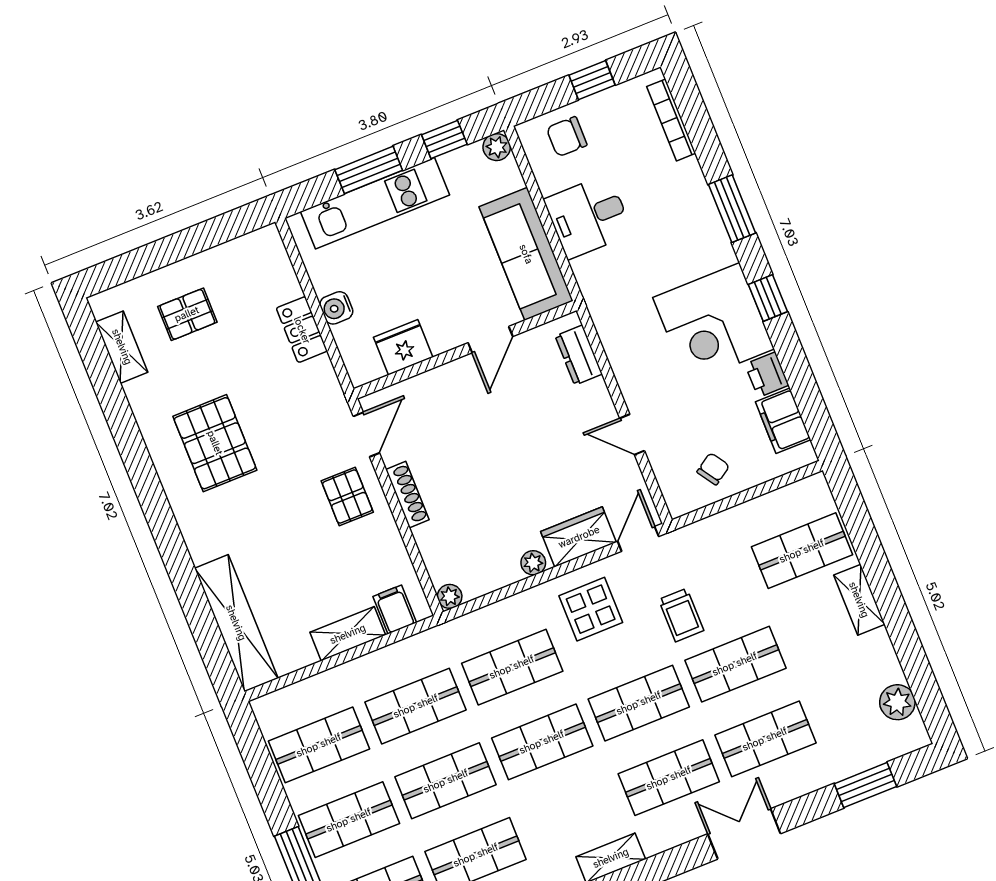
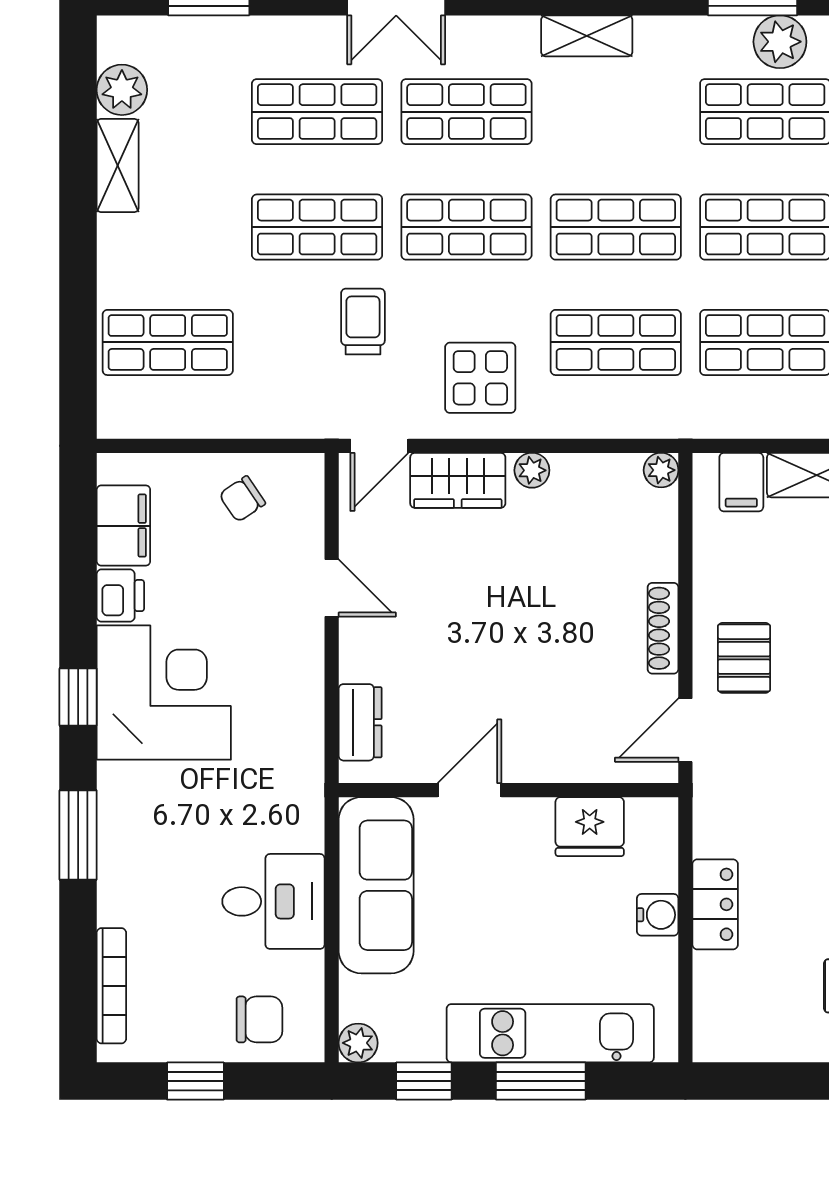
shelving: (859, 600) -> (118, 165), moved

